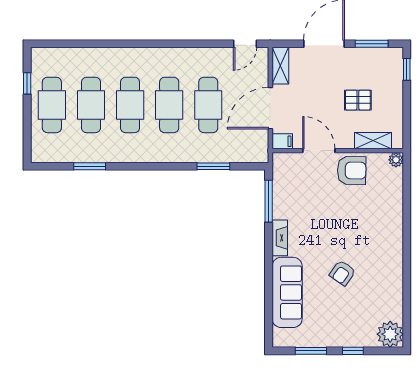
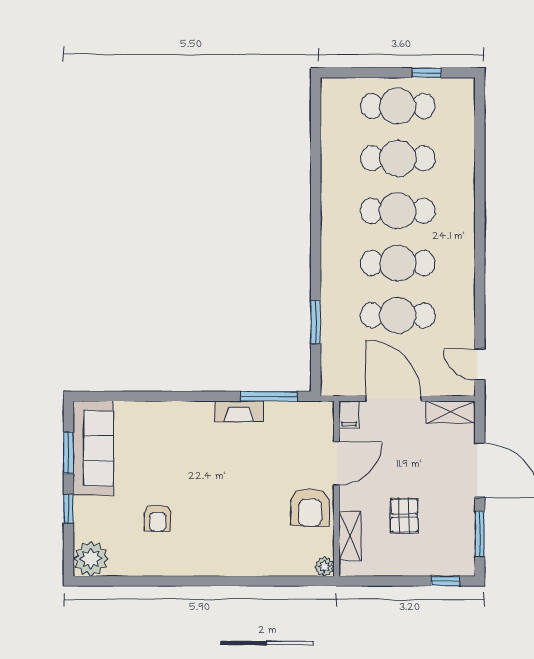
window: (90, 166) -> (316, 157), removed
fireplace: (280, 238) -> (239, 411), moved
armchair: (342, 273) -> (158, 518), moved, turned -125
sofa: (287, 292) -> (93, 448), moved, turned -90

